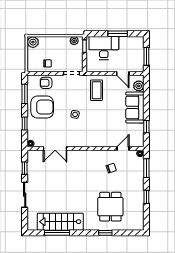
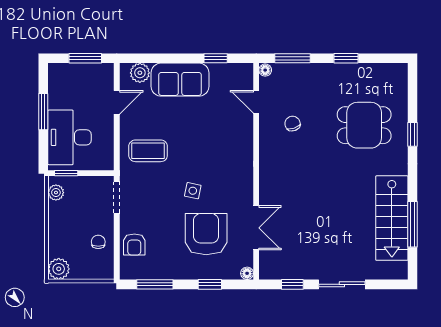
armchair: (42, 107) -> (206, 234), moved

